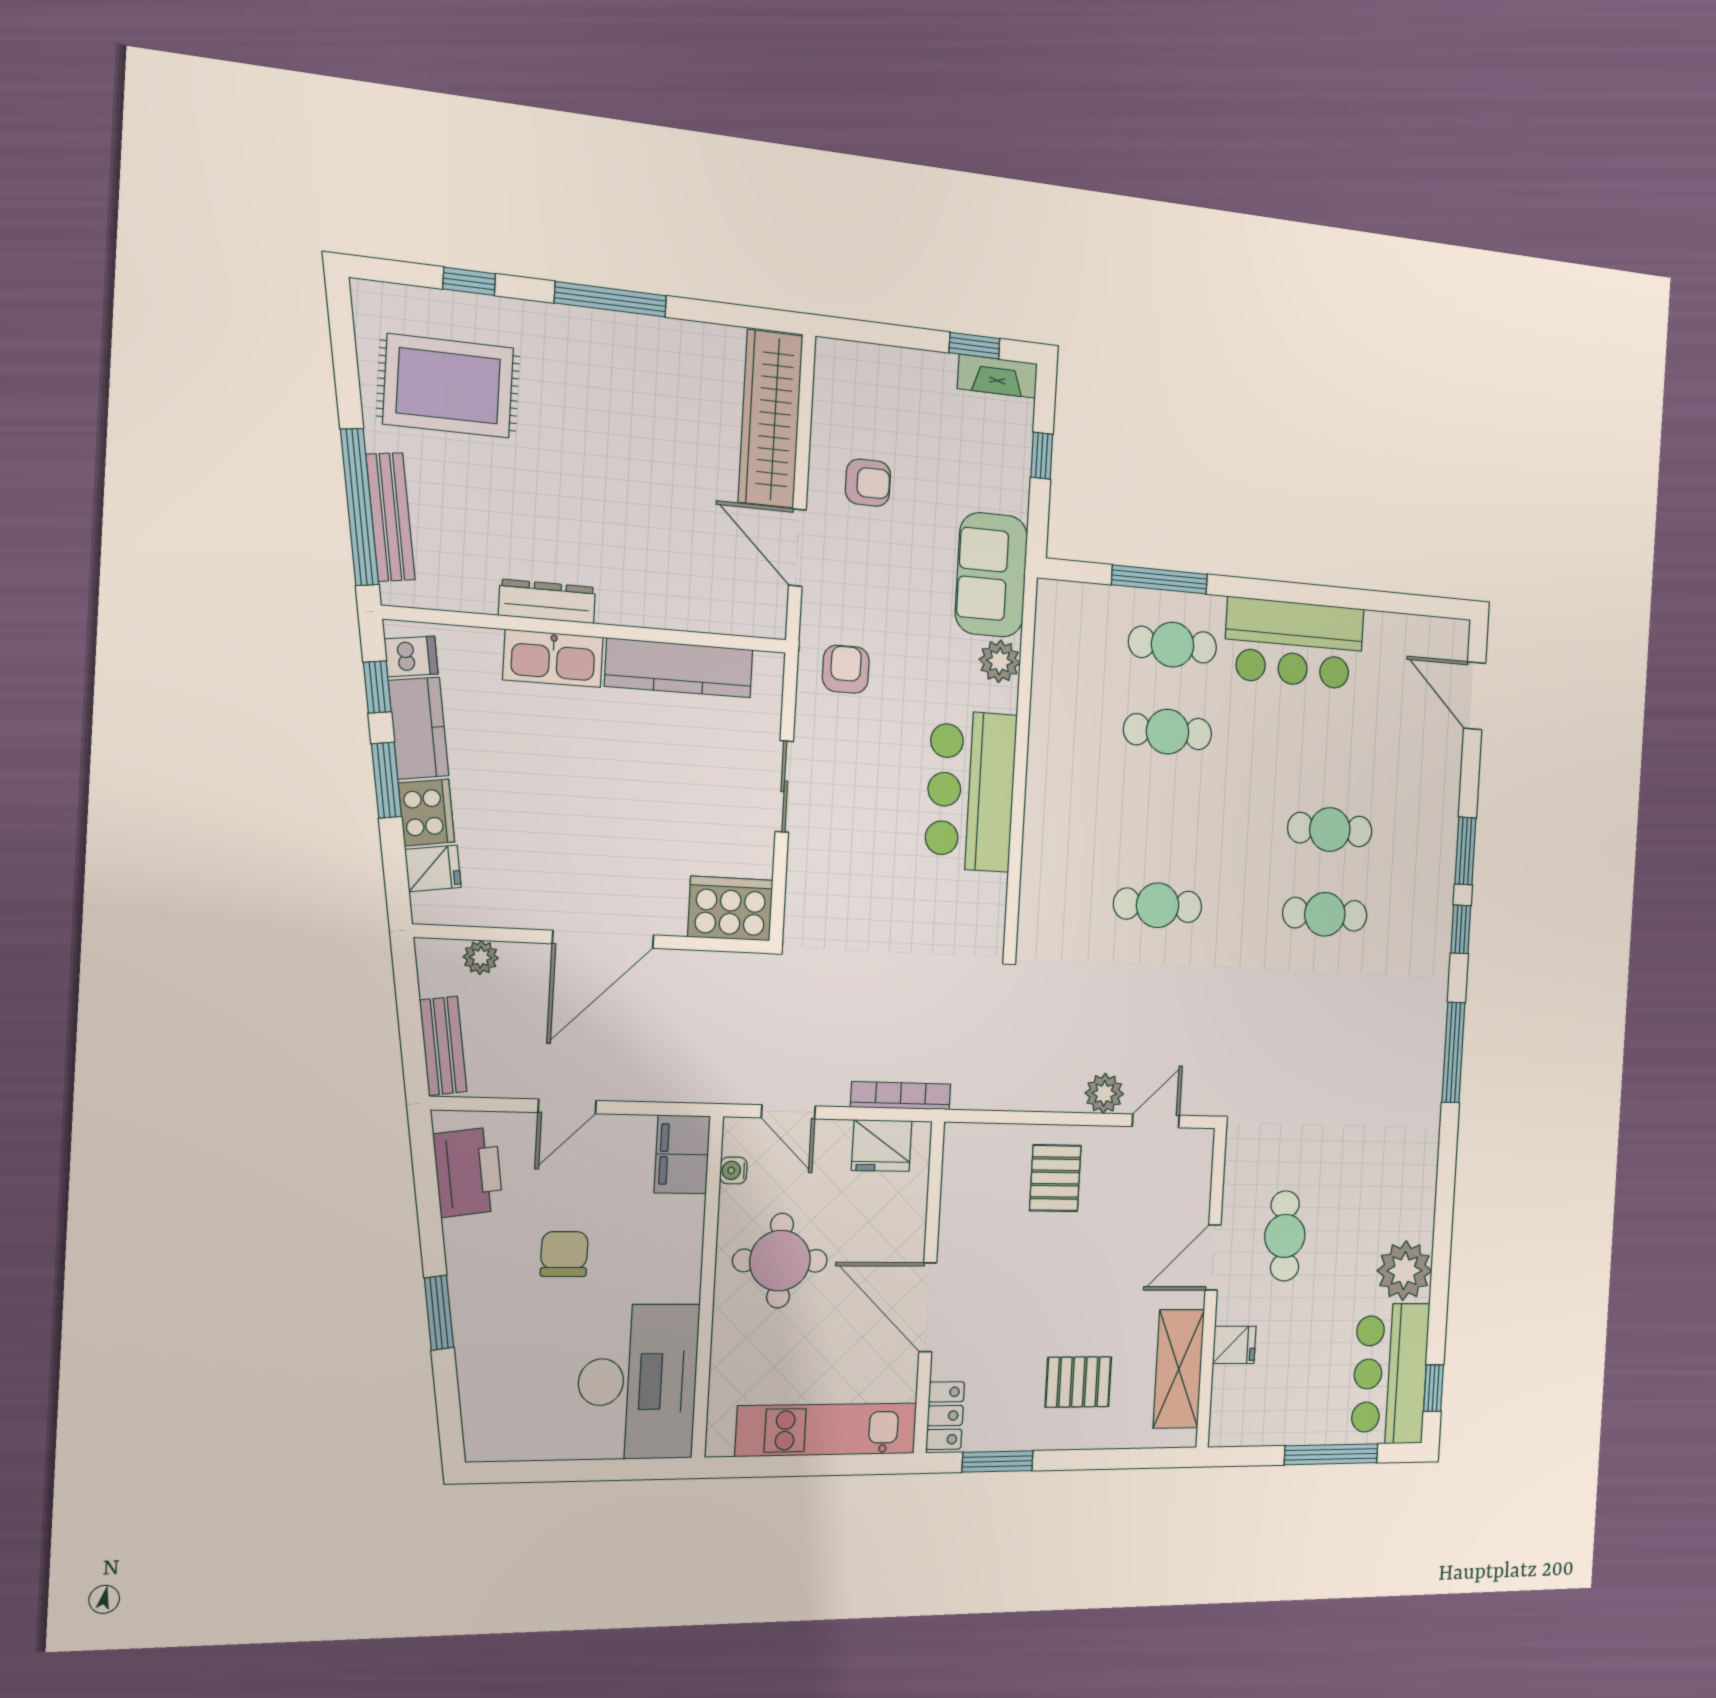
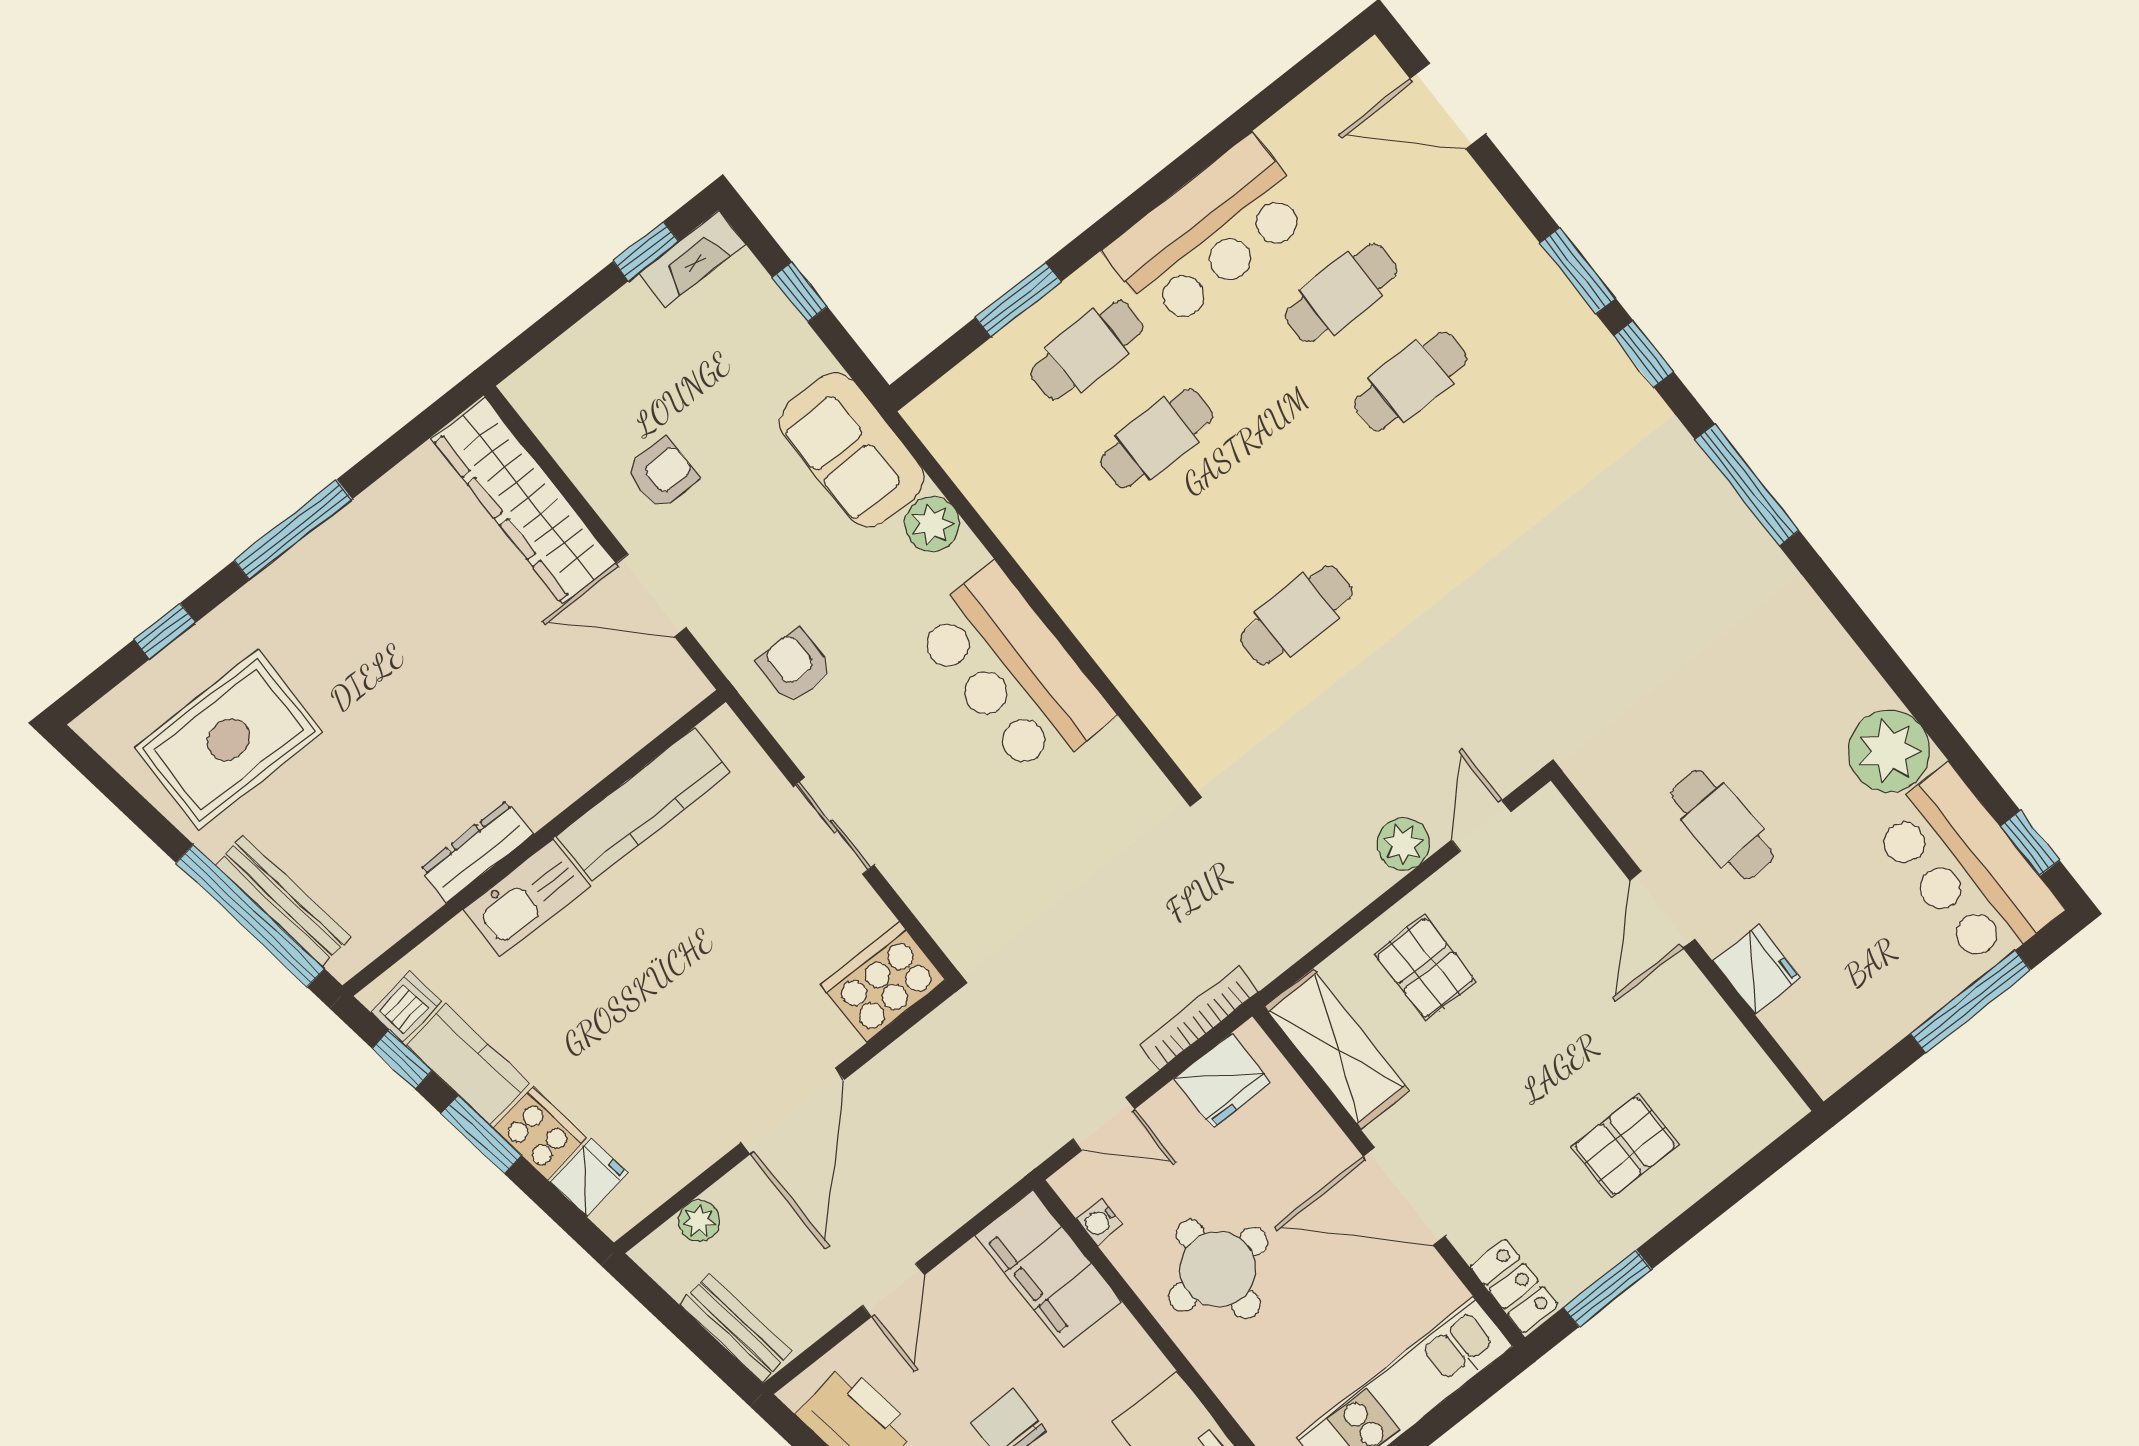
window: (1160, 579) -> (1018, 300), width x0.69
cafe table: (1325, 914) -> (1341, 293), moved
filing cabinet: (682, 1154) -> (1049, 1268), width x1.50, depth x1.17
fridge: (1234, 1345) -> (1757, 970), width x1.38
shelving: (1179, 1369) -> (1337, 1049), moved

